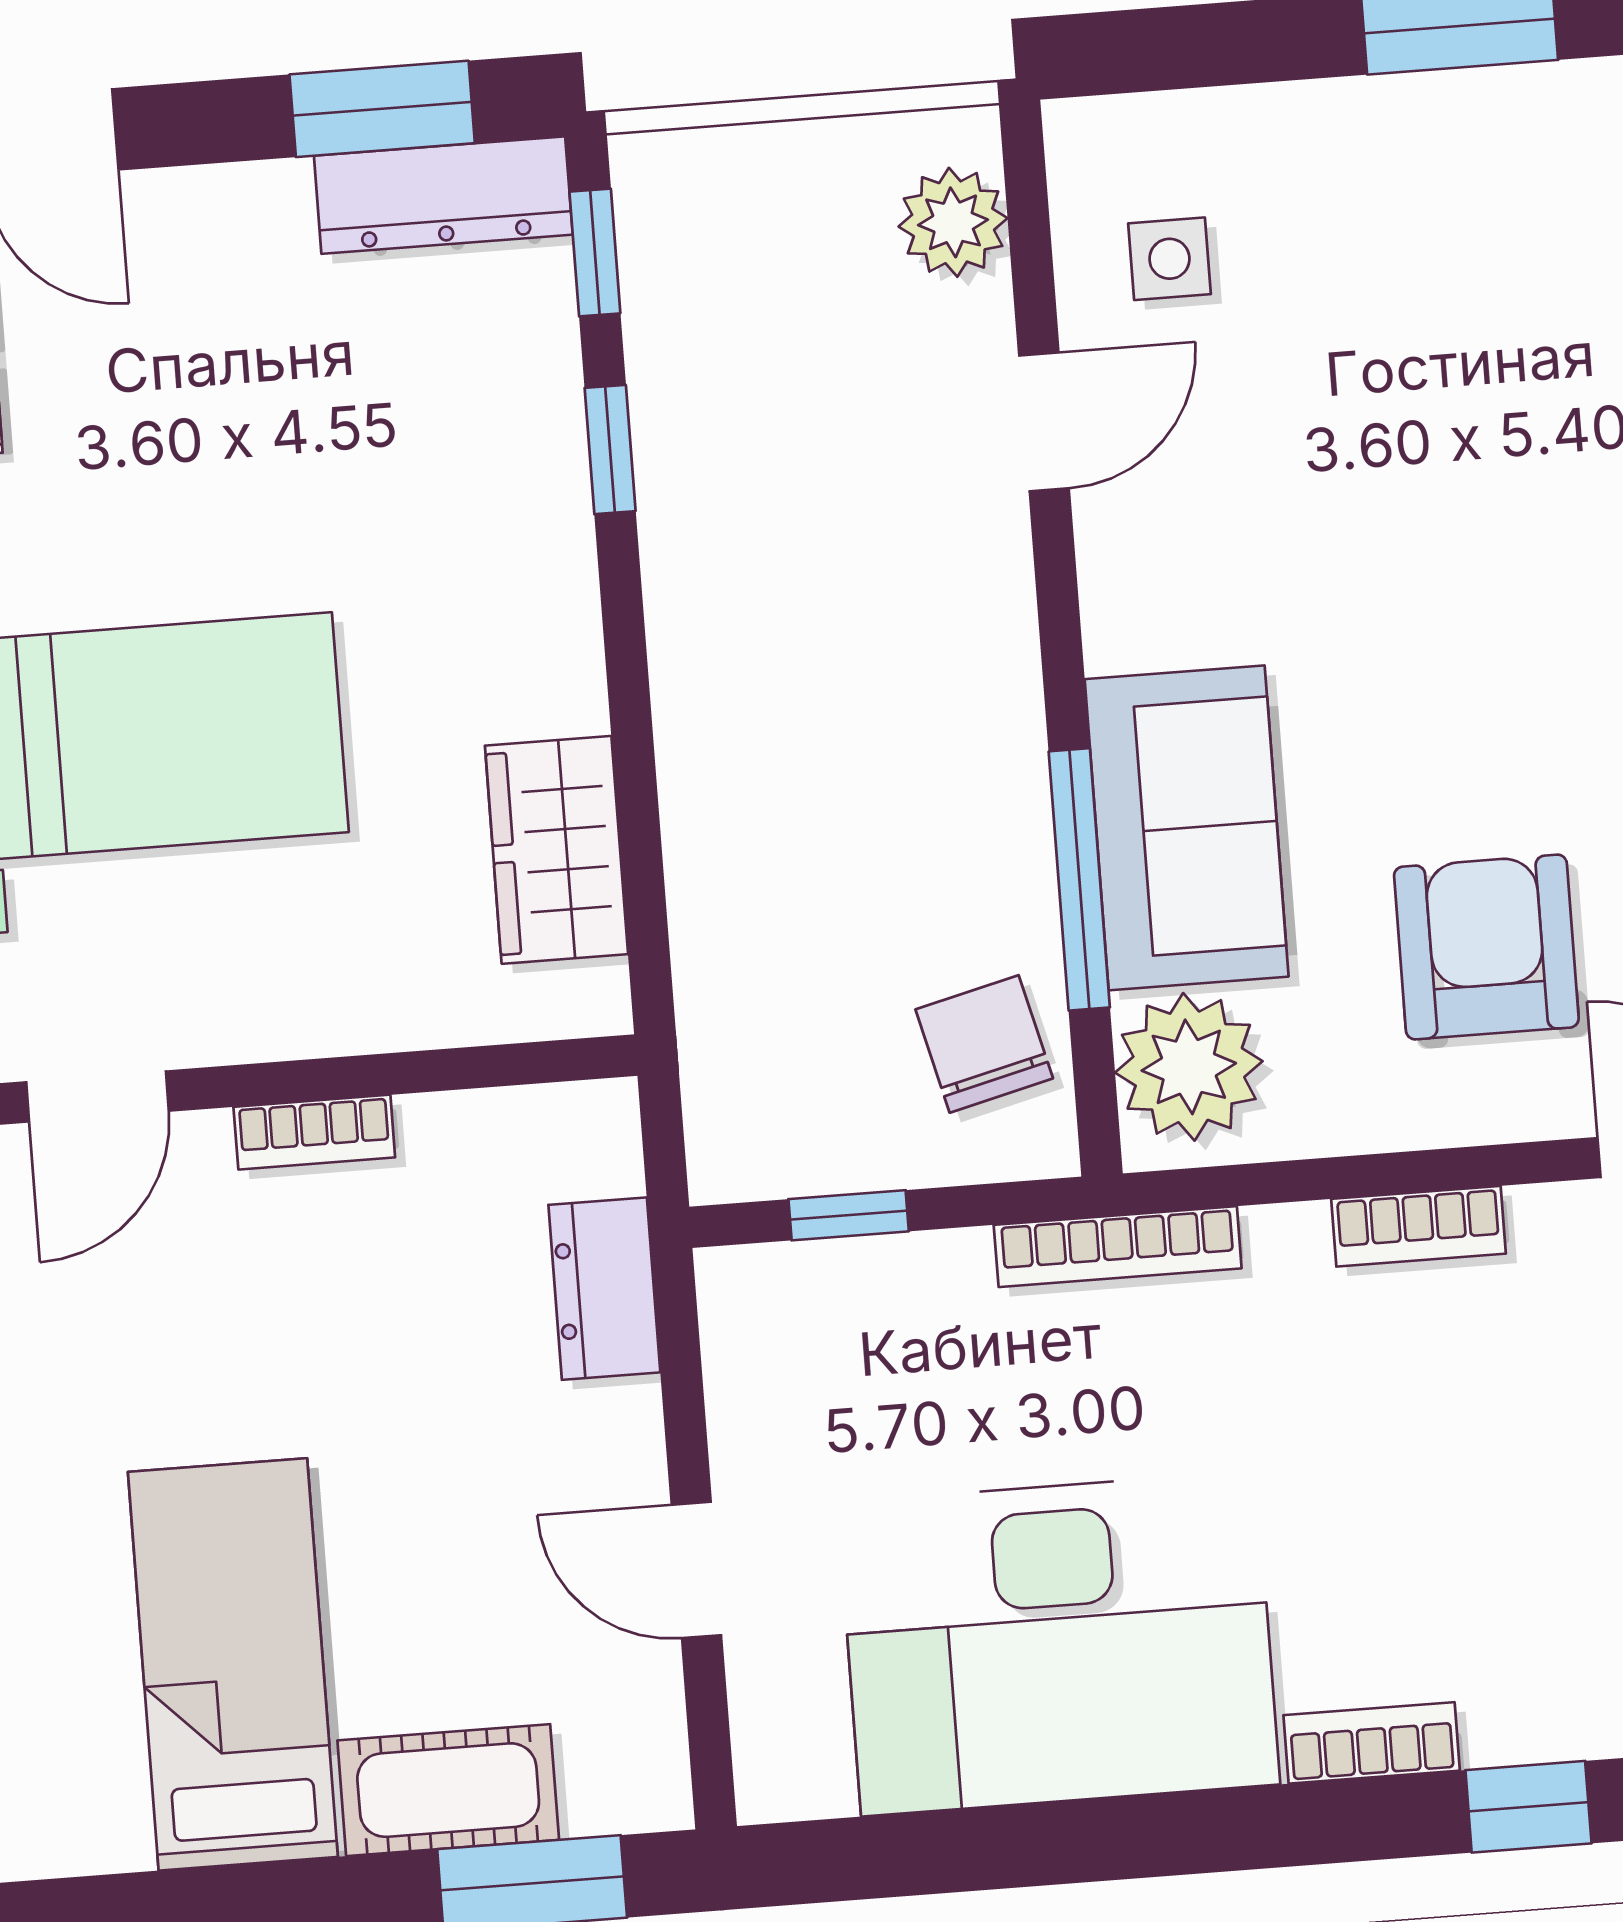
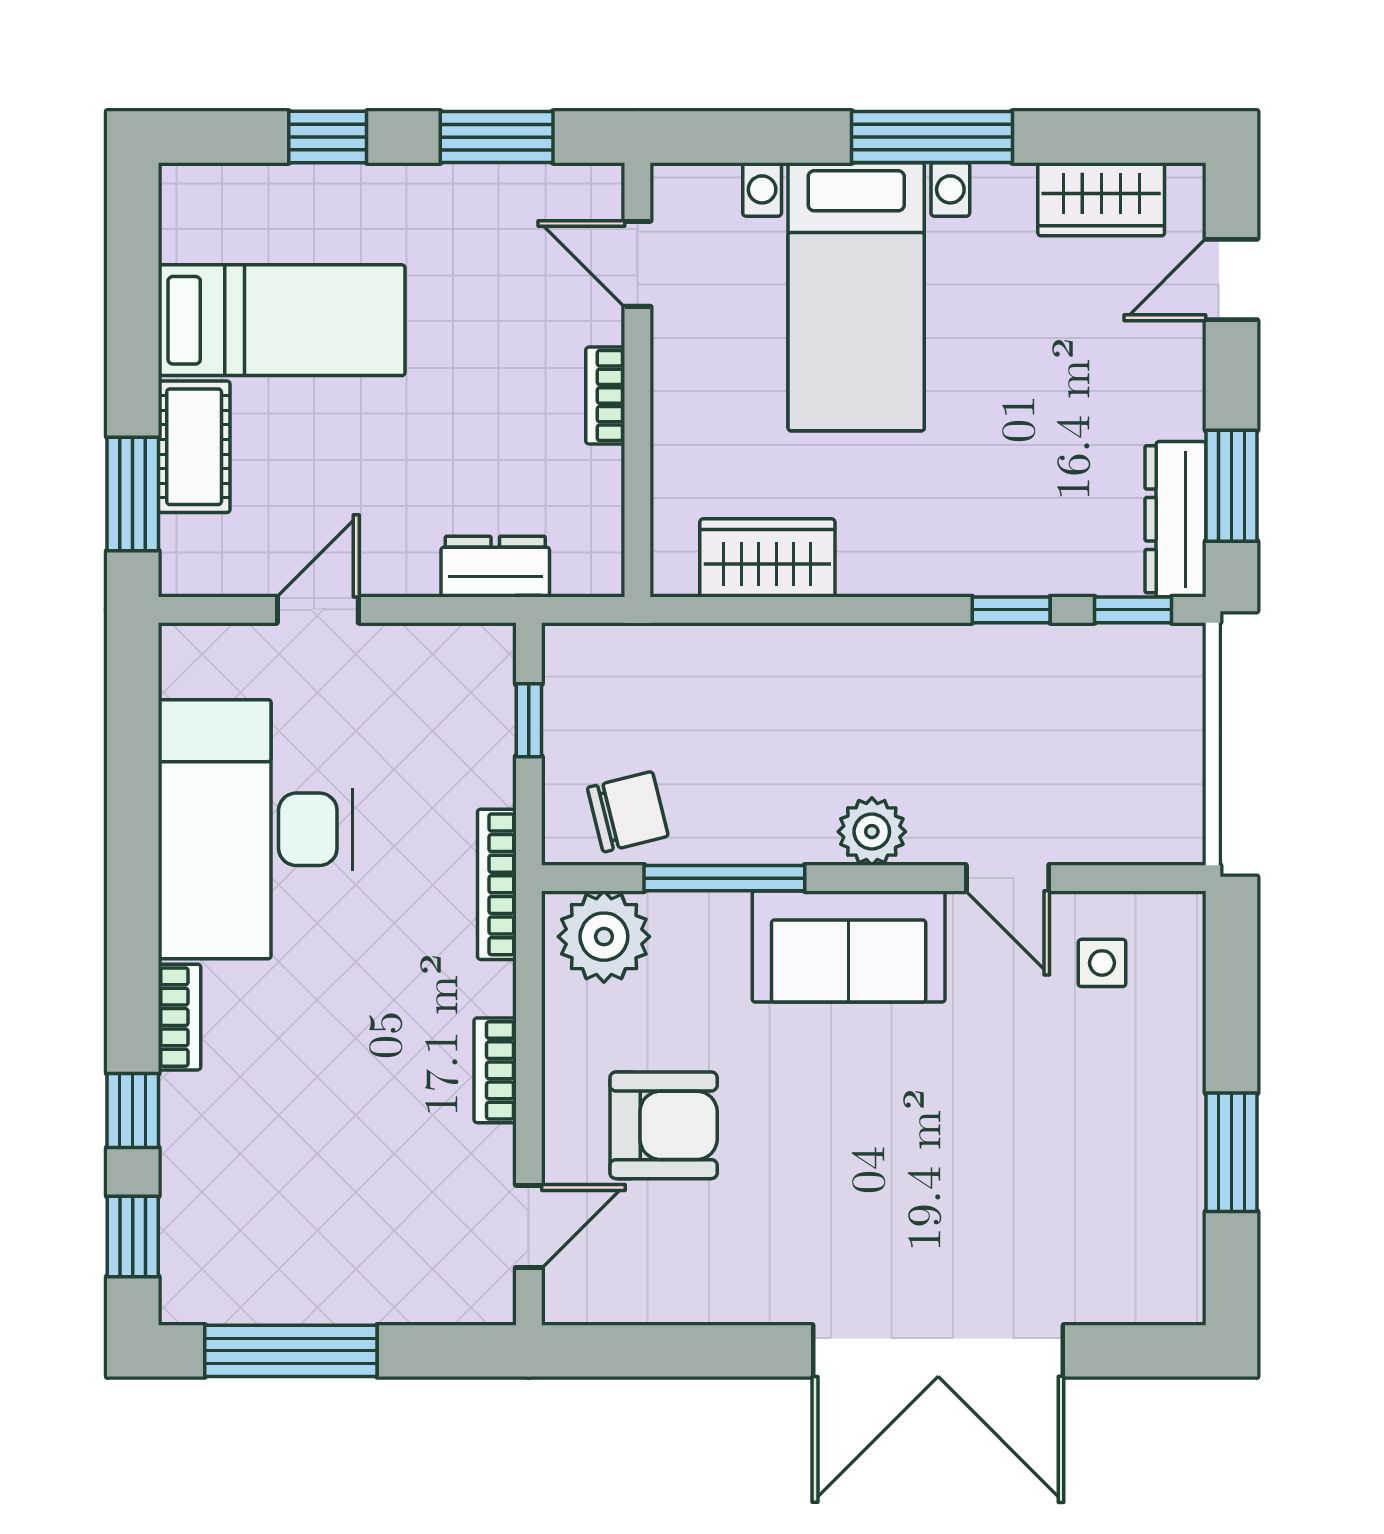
plant: (953, 222) -> (872, 832), moved
sofa: (1187, 828) -> (849, 947), moved

